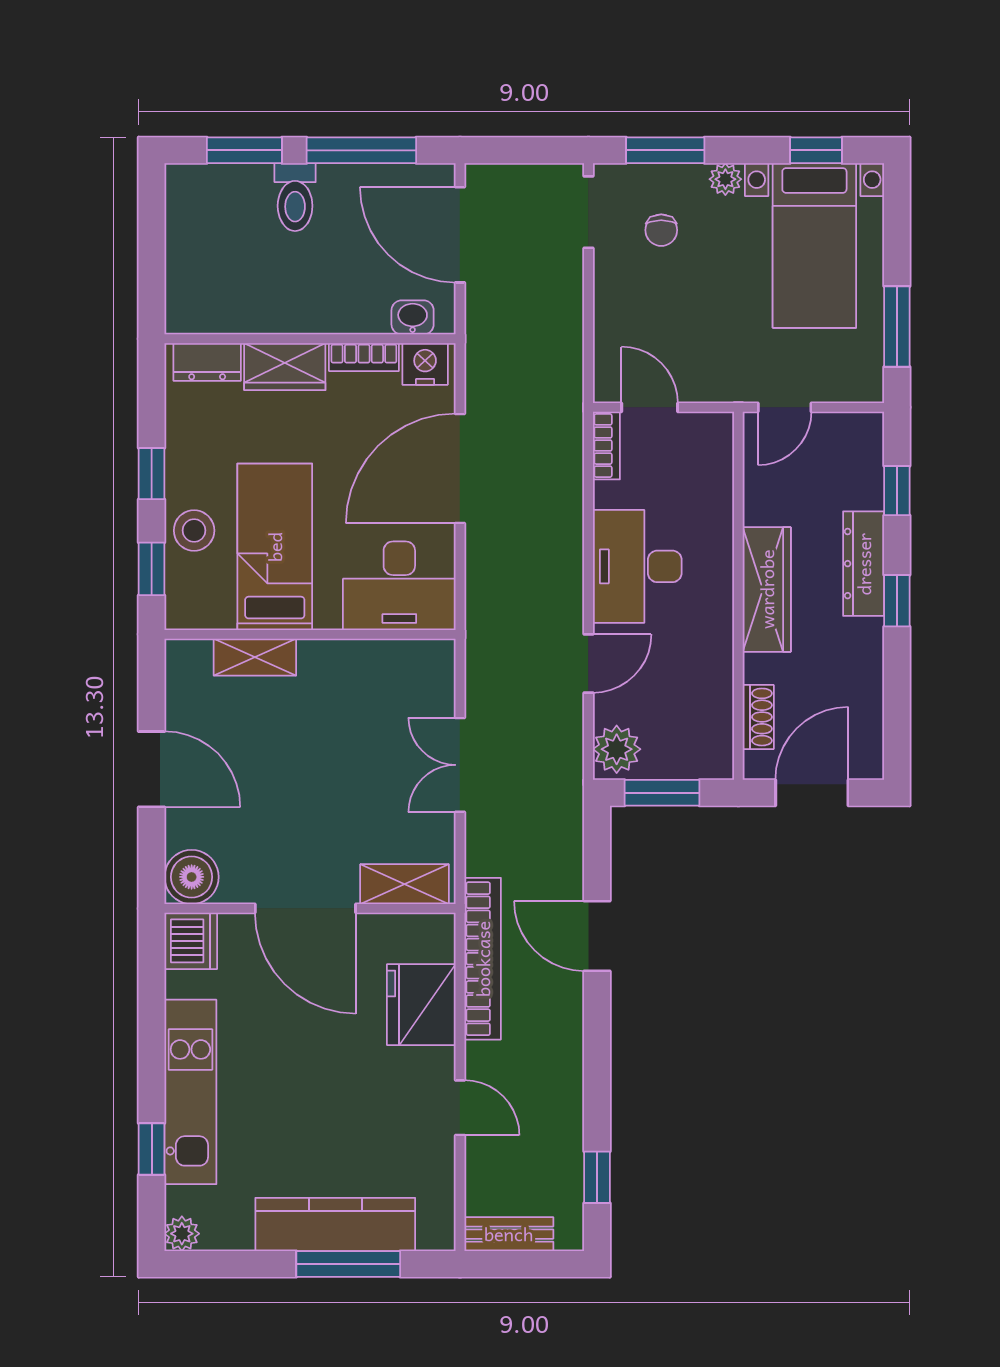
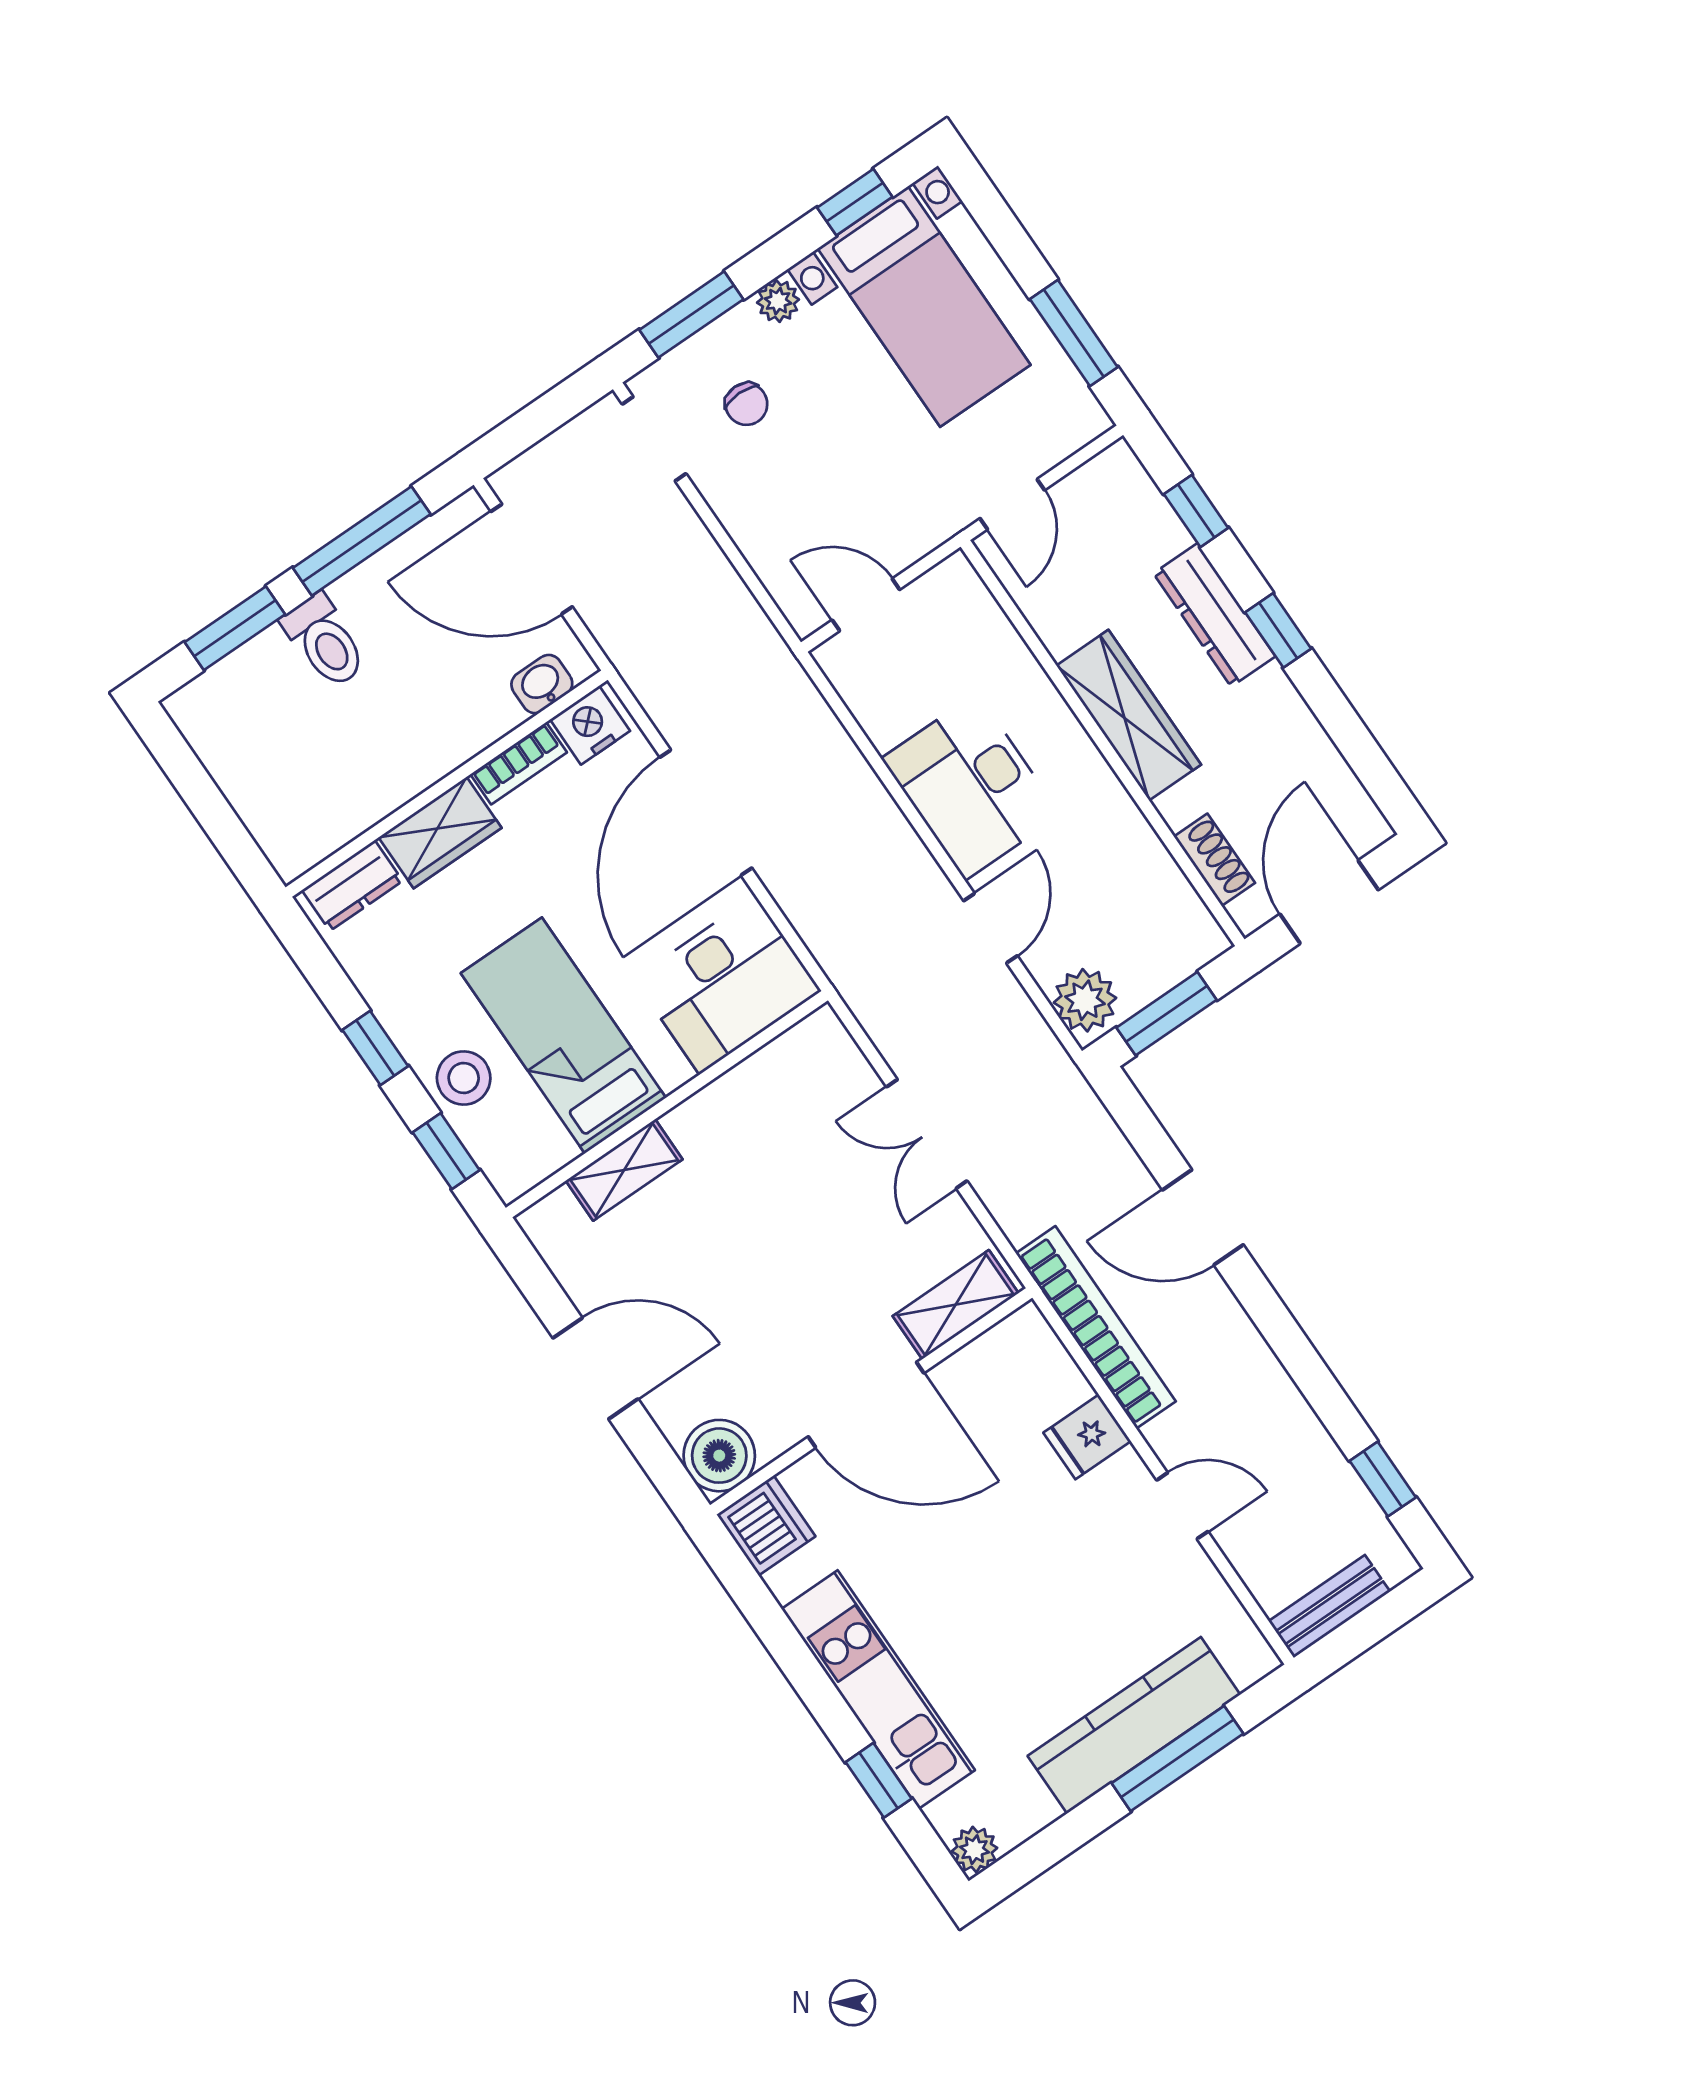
bookcase: (606, 446) -> (847, 679), removed
fridge: (421, 1005) -> (1087, 1437), width x0.53, depth x0.75

